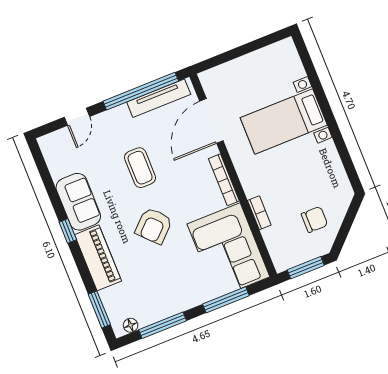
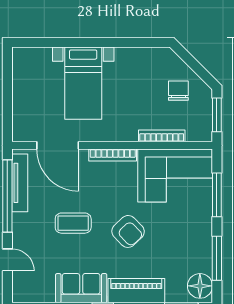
bookcase: (259, 213) -> (162, 136), width x1.56
floor lamp: (131, 325) -> (200, 286), width x1.89, depth x1.89

